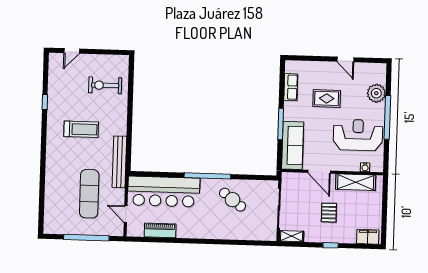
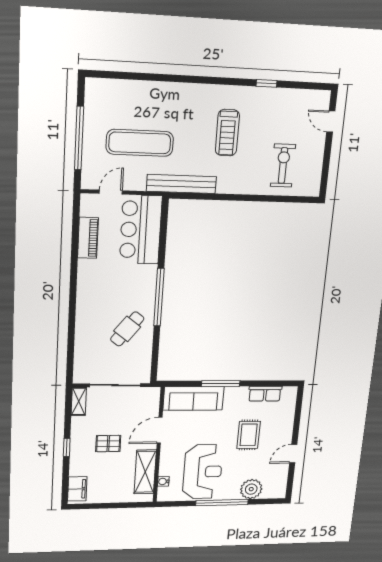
bar counter: (164, 192) -> (141, 230), width x0.73

